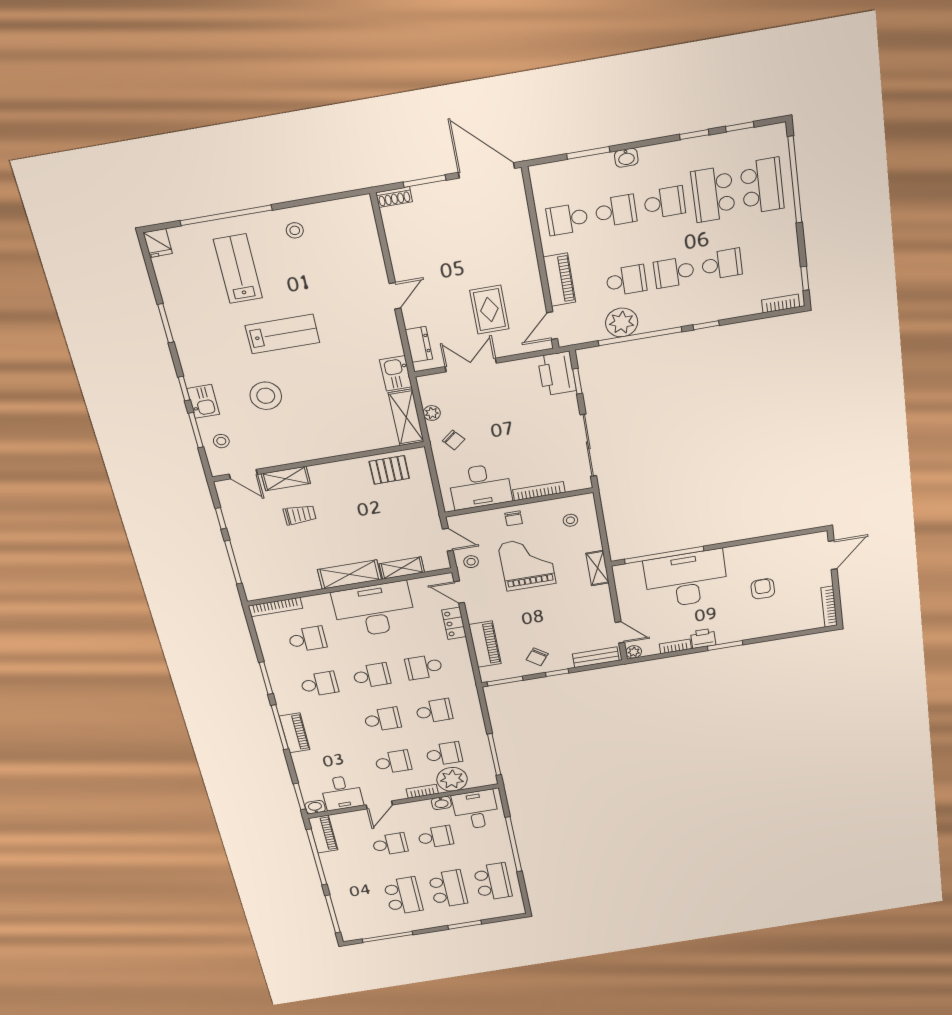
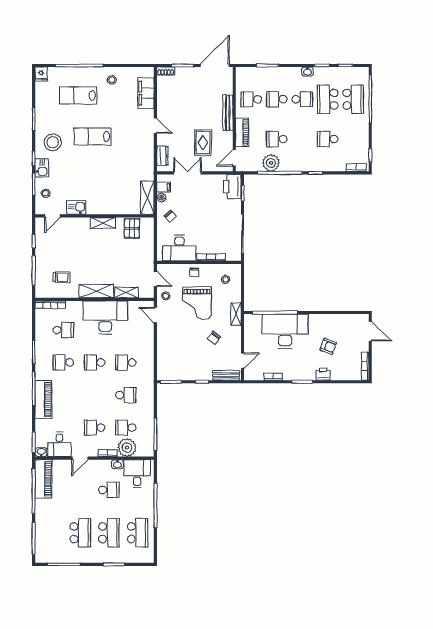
washbasin: (626, 158) -> (308, 72), moved
door: (486, 170) -> (215, 65), hinge flipped
school desk: (616, 211) -> (277, 99), turned 180
filing cabinet: (365, 243) -> (146, 93), added
bench: (527, 251) -> (228, 113), added
school desk: (722, 264) -> (328, 139), turned 180
lab bench: (238, 269) -> (78, 95), turned -90
school desk: (674, 272) -> (302, 139), removed
school desk: (626, 280) -> (277, 139), turned 180
door: (395, 296) -> (155, 126), hinge flipped
lab bench: (282, 334) -> (93, 136), turned 180
kitchen sink: (396, 373) -> (76, 207), moved, turned 90
filing cabinet: (432, 395) -> (164, 187), added
stool: (266, 396) -> (53, 142), moved
pallet: (389, 470) -> (132, 228), turned 90
door: (243, 474) -> (52, 216), hinge flipped
shelving: (286, 479) -> (103, 223), moved
trolley: (300, 515) -> (61, 277), moved
door: (833, 555) -> (370, 331), hinge flipped
grand piano: (527, 564) -> (197, 303), turned 180
armchair: (763, 589) -> (328, 346), turned 110
locker: (454, 623) -> (149, 336), removed
door: (620, 632) -> (243, 361), hinge flipped
printer: (703, 638) -> (323, 374), moved
piano: (485, 644) -> (164, 353), removed
plant: (634, 652) -> (249, 376), removed
chair: (537, 657) -> (214, 338), moved
school desk: (372, 676) -> (95, 363), turned 180
school desk: (319, 684) -> (63, 363), turned 180
school desk: (382, 719) -> (95, 395), removed
piano: (295, 733) -> (43, 400), width x1.37, depth x1.33
school desk: (444, 754) -> (126, 428), turned 180
school desk: (393, 762) -> (95, 428), turned 180
piano: (323, 834) -> (43, 479), width x1.37, depth x1.33
school desk: (390, 844) -> (80, 490), removed

